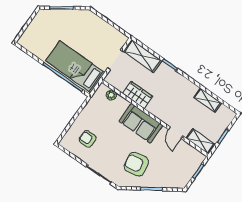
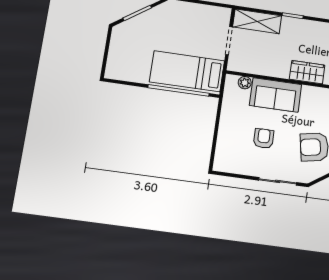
wardrobe: (138, 95) -> (307, 72), moved
sofa: (141, 123) -> (276, 95), moved
armchair: (88, 139) -> (264, 138), moved, turned 90

